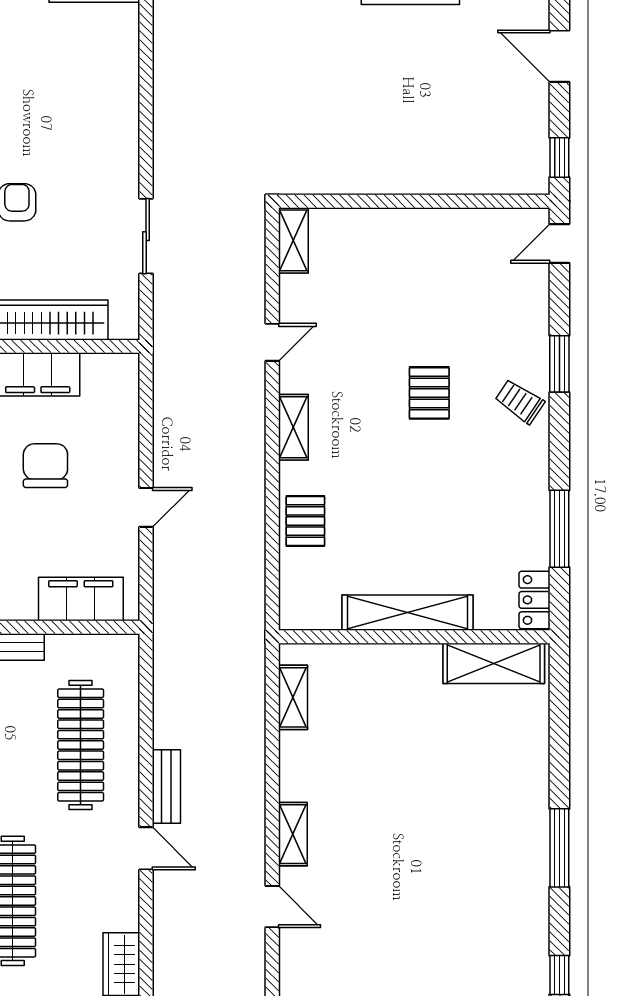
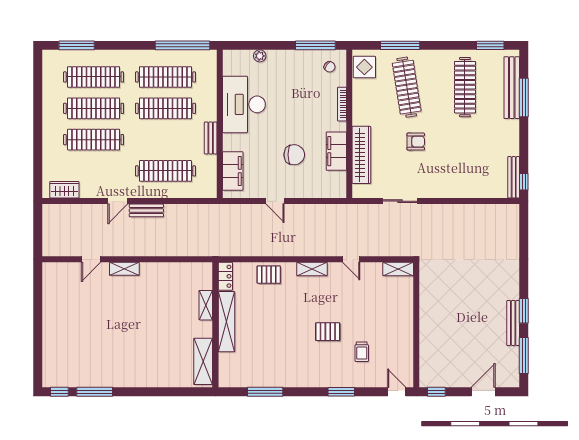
trolley: (520, 401) -> (362, 352), moved, turned 146
locker: (535, 600) -> (225, 276), moved, turned 90
shelving: (293, 697) -> (206, 305), moved, turned 90
window: (559, 848) -> (95, 392), moved

